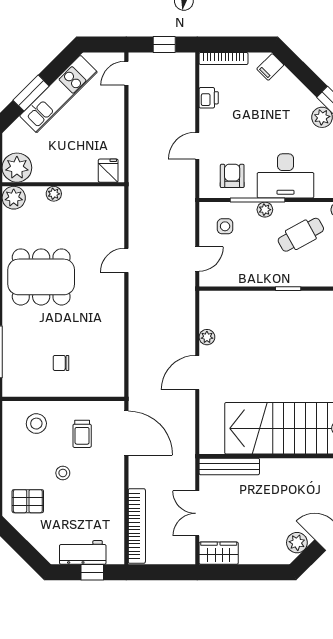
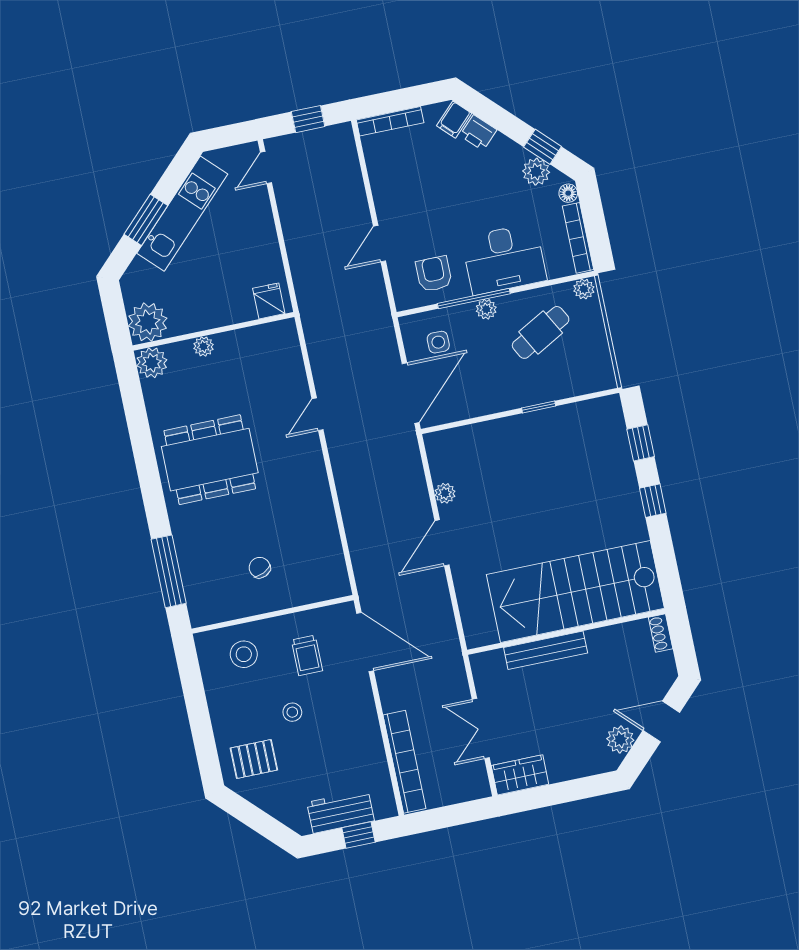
printer: (209, 98) -> (478, 133), moved, turned 135
door: (197, 259) -> (411, 393), width x1.88
chair: (61, 363) -> (260, 568), turned 65
bench: (229, 466) -> (546, 650), moved

